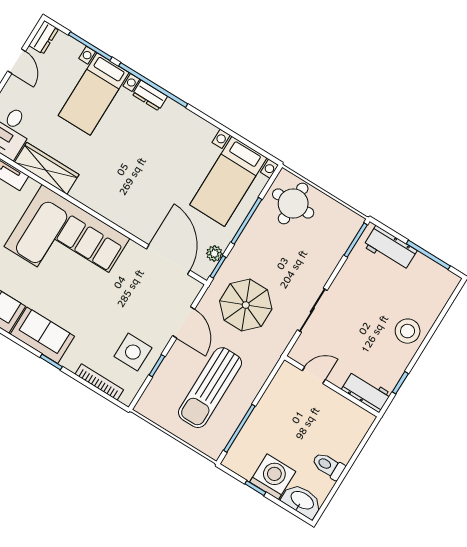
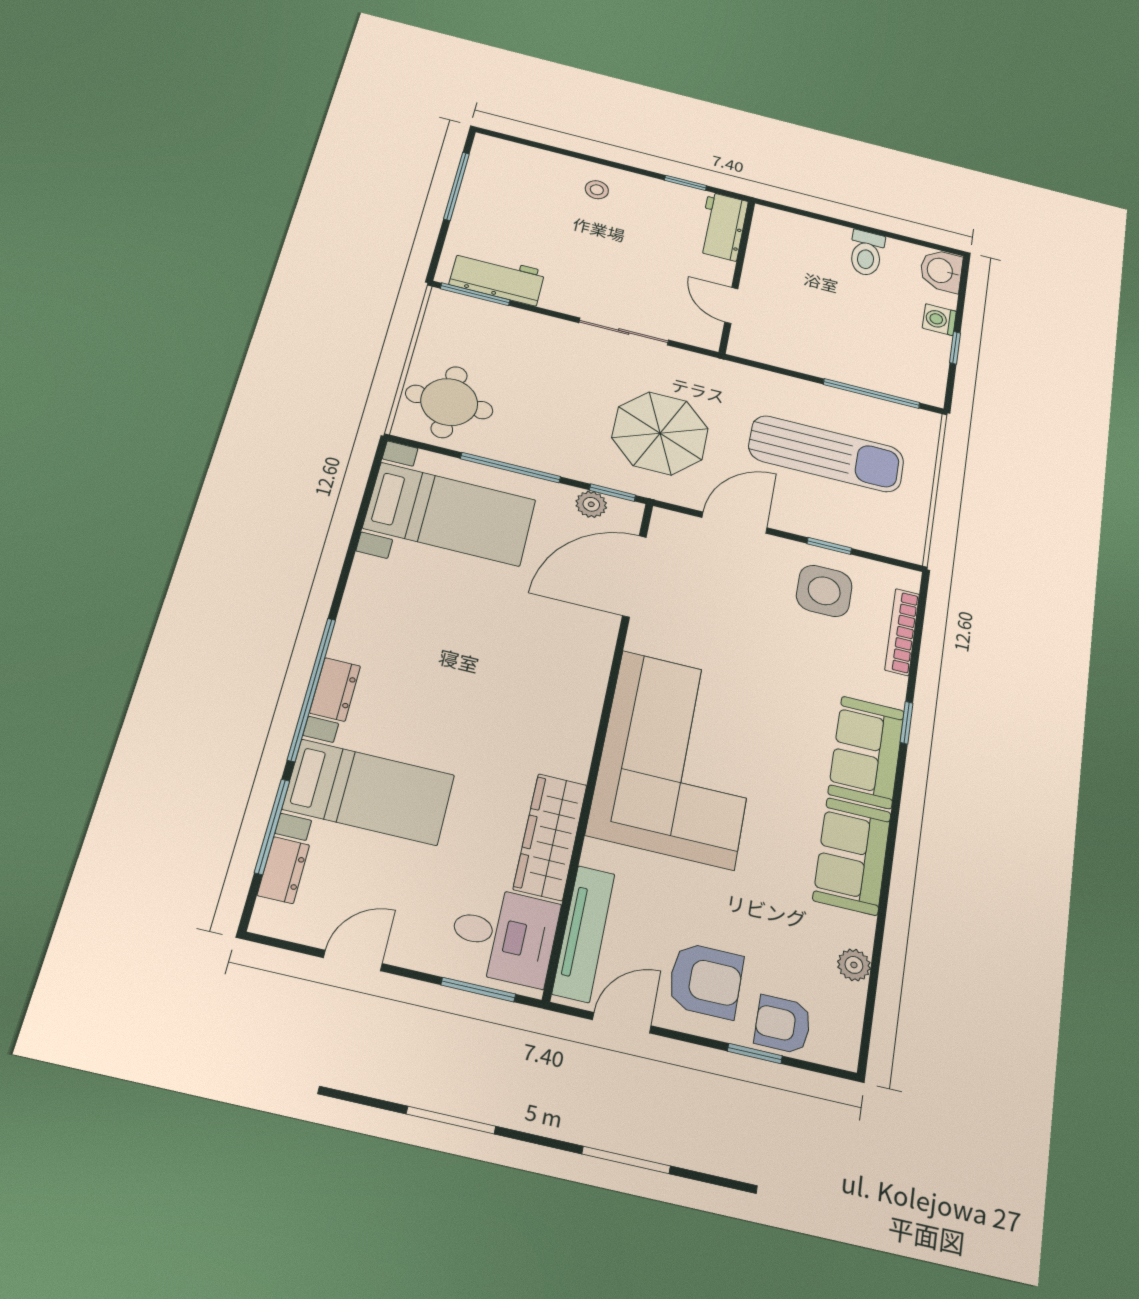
dresser: (44, 37) -> (283, 870), moved, turned 90
workbench: (390, 248) -> (497, 278), moved, turned -90
stool: (408, 331) -> (597, 190), width x0.53, depth x0.53
washing machine: (273, 477) -> (939, 320), width x0.53, depth x0.53
washbasin: (302, 501) -> (941, 271), width x0.72

